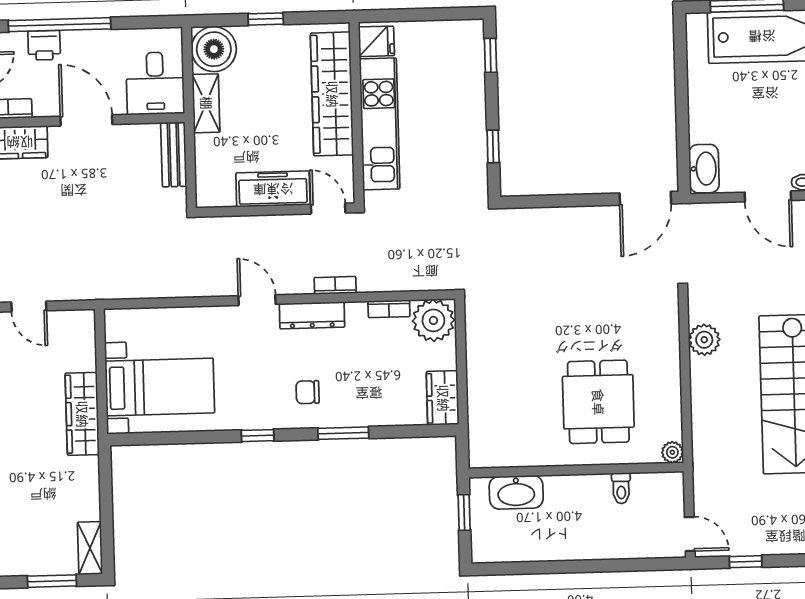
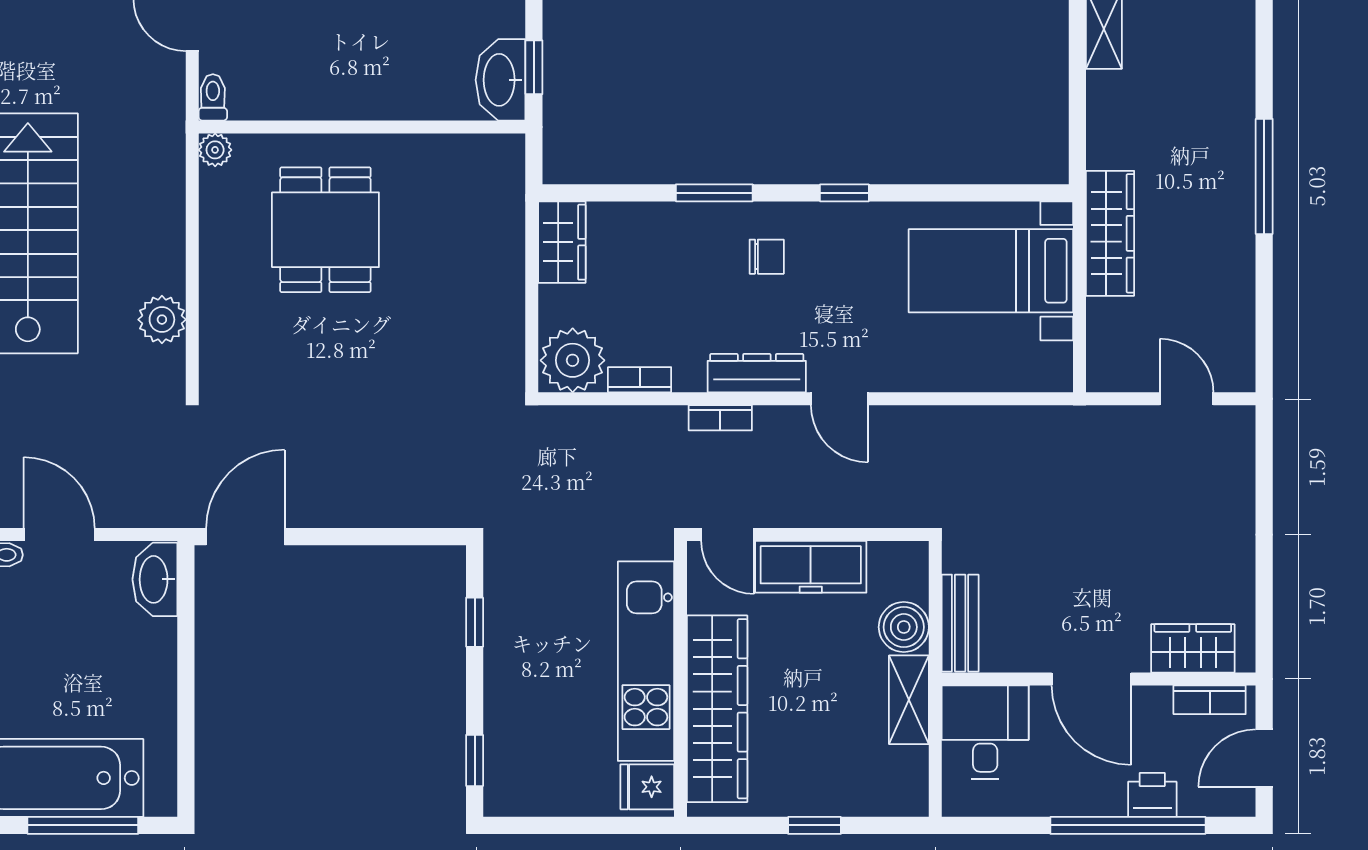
boiler: (214, 49) -> (904, 627), moved, width x0.73, depth x0.73
toilet: (621, 488) -> (213, 97), moved
washbasin: (516, 492) -> (501, 80), moved, turned -90

